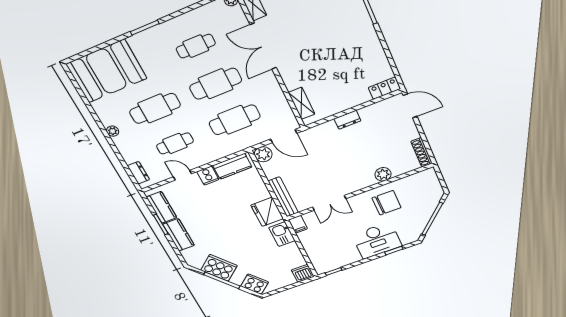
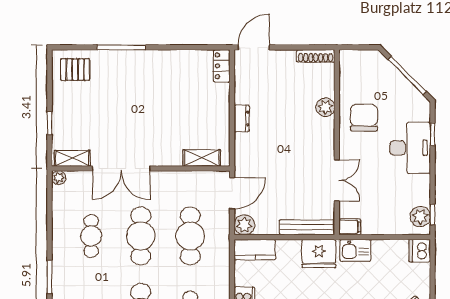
kitchen counter: (232, 166) -> (255, 250), moved, turned 90
plant: (328, 265) -> (420, 217), added

